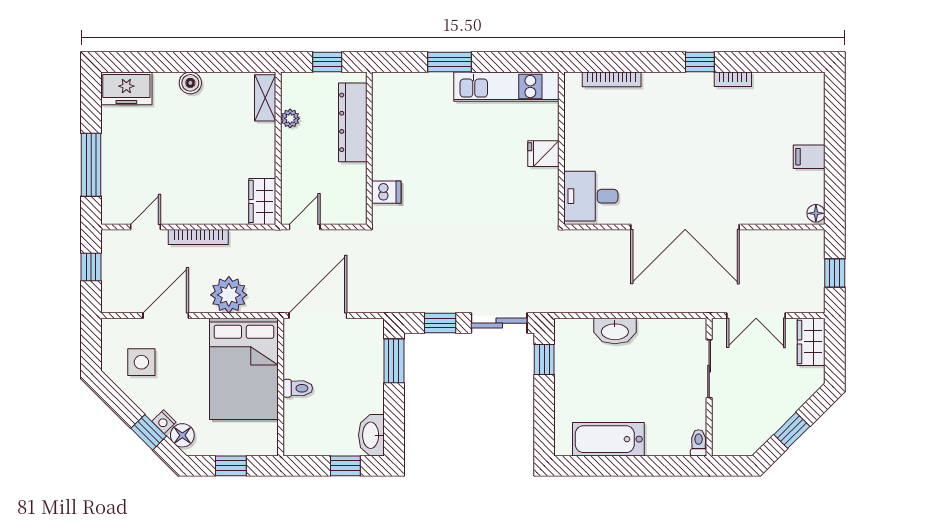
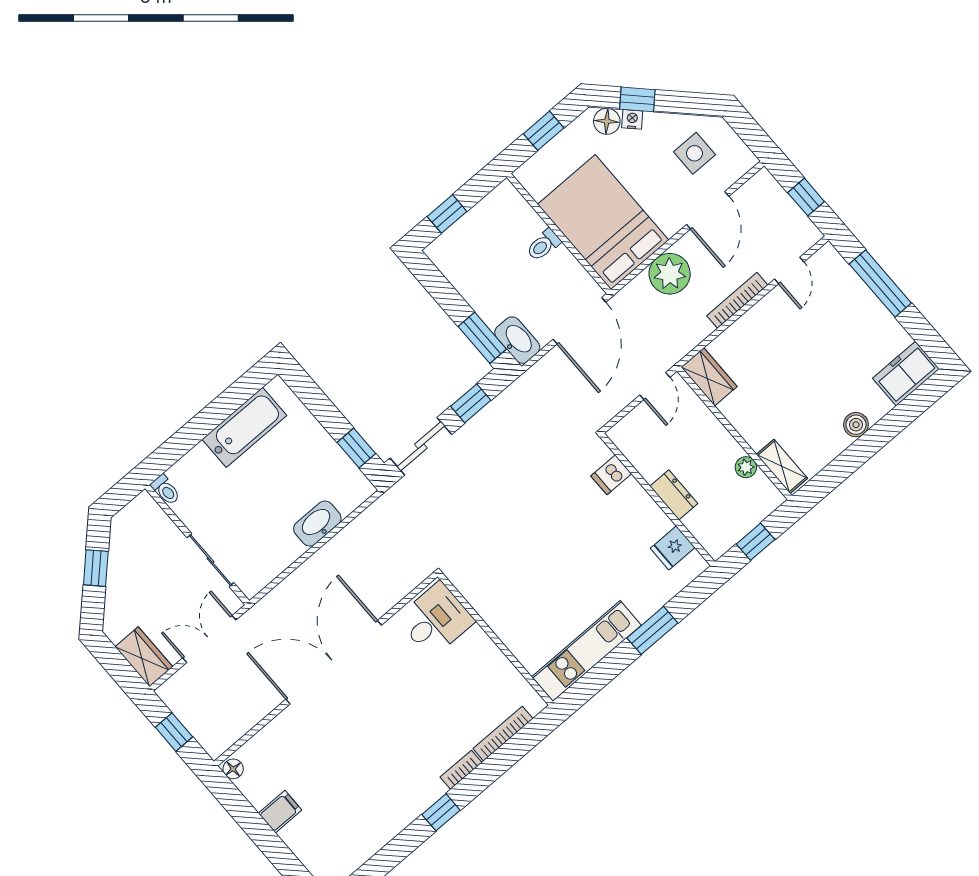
bookcase: (733, 79) -> (461, 770), moved
dresser: (353, 122) -> (674, 495), width x0.51, depth x0.80
fridge: (543, 154) -> (673, 548), moved, turned 180
washbasin: (371, 435) -> (517, 340), moved

